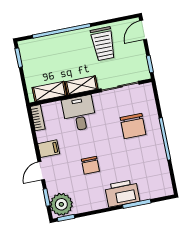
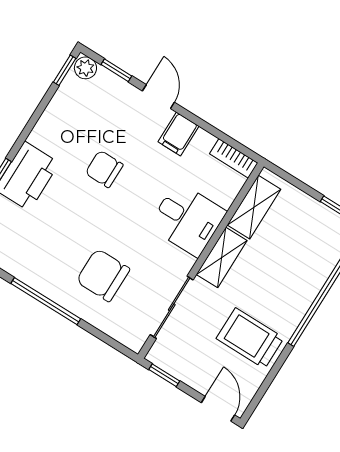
plant: (61, 204) -> (85, 68), width x0.53, depth x0.53

